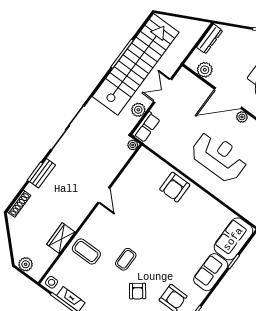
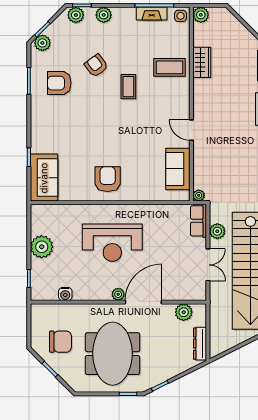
armchair: (175, 187) -> (108, 179), moved
plant: (26, 264) -> (201, 15), moved
sofa: (211, 272) -> (178, 169), moved, turned 180

